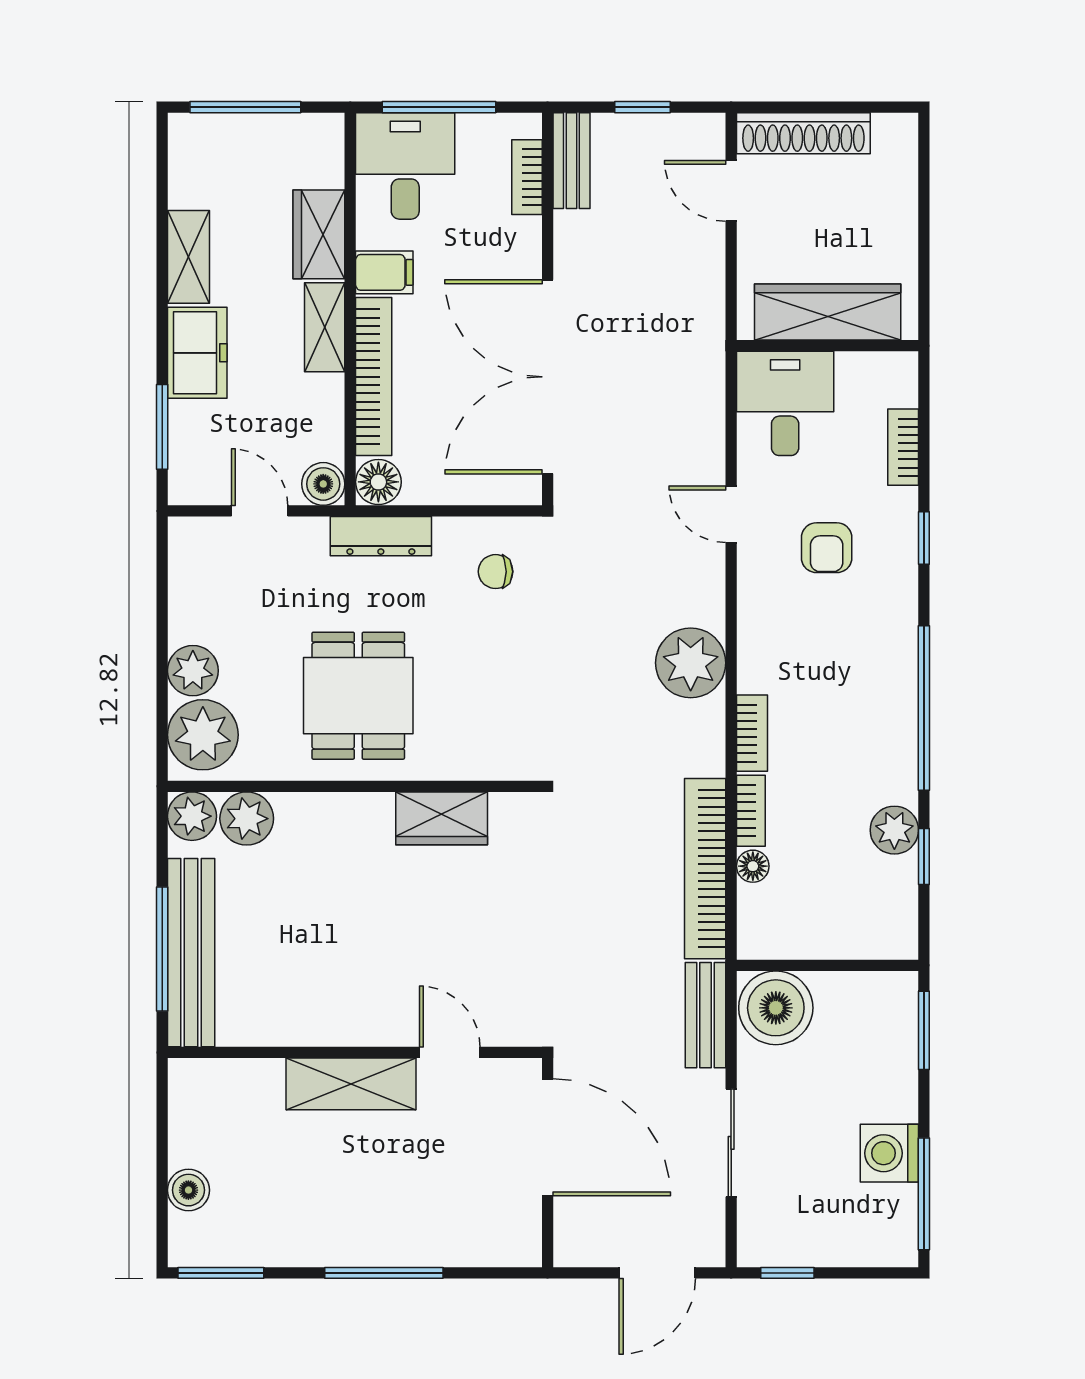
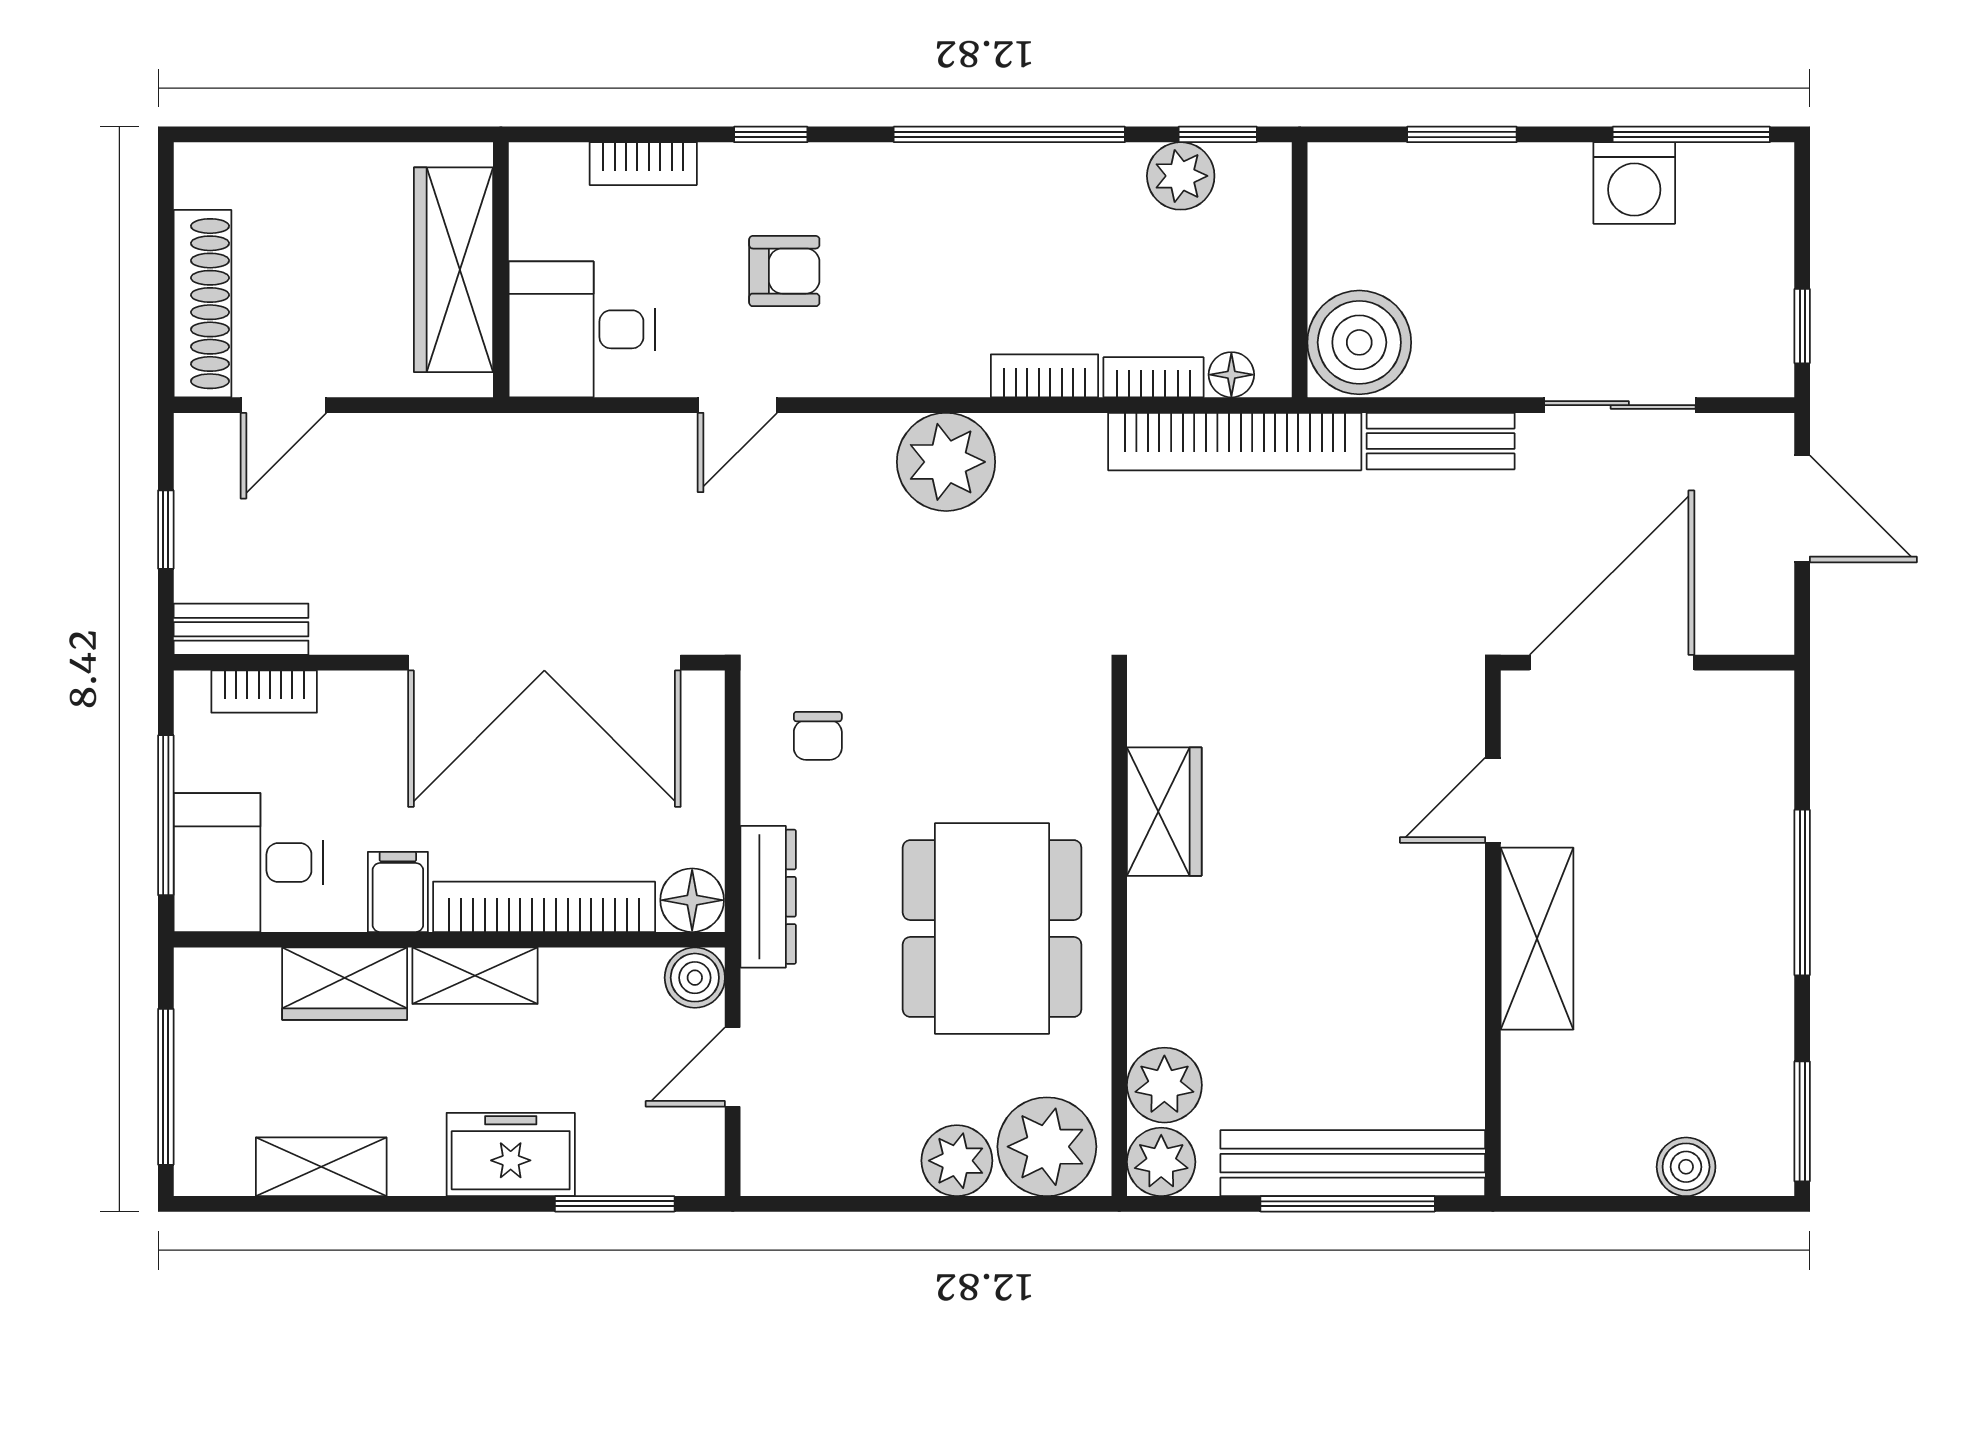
shelving: (189, 257) -> (321, 1167), moved
dining table: (358, 696) -> (992, 928), width x1.38
wall: (828, 965) -> (1300, 270), moved
boiler: (776, 1008) -> (1359, 342), moved

